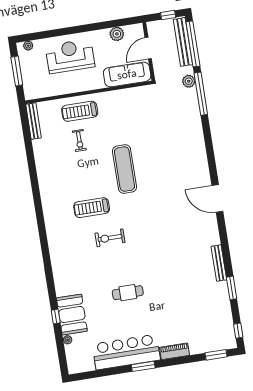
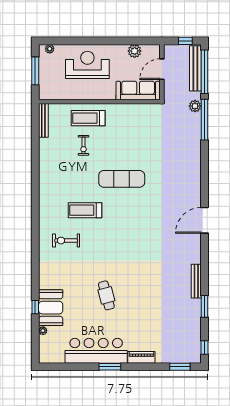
exercise mat: (125, 169) -> (122, 179), turned 90
door: (217, 198) -> (204, 220), hinge flipped
exercise bike: (110, 238) -> (66, 241), moved
cafe table: (128, 293) -> (106, 295), turned 75

